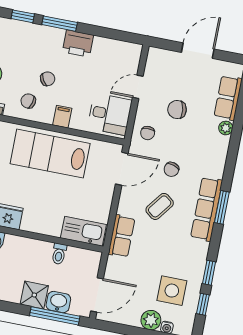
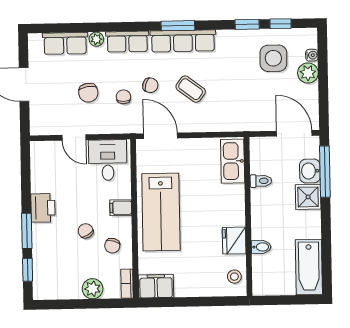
chair: (148, 133) -> (123, 97), moved, turned -90
row of seats: (121, 236) -> (127, 42), moved, turned 180

